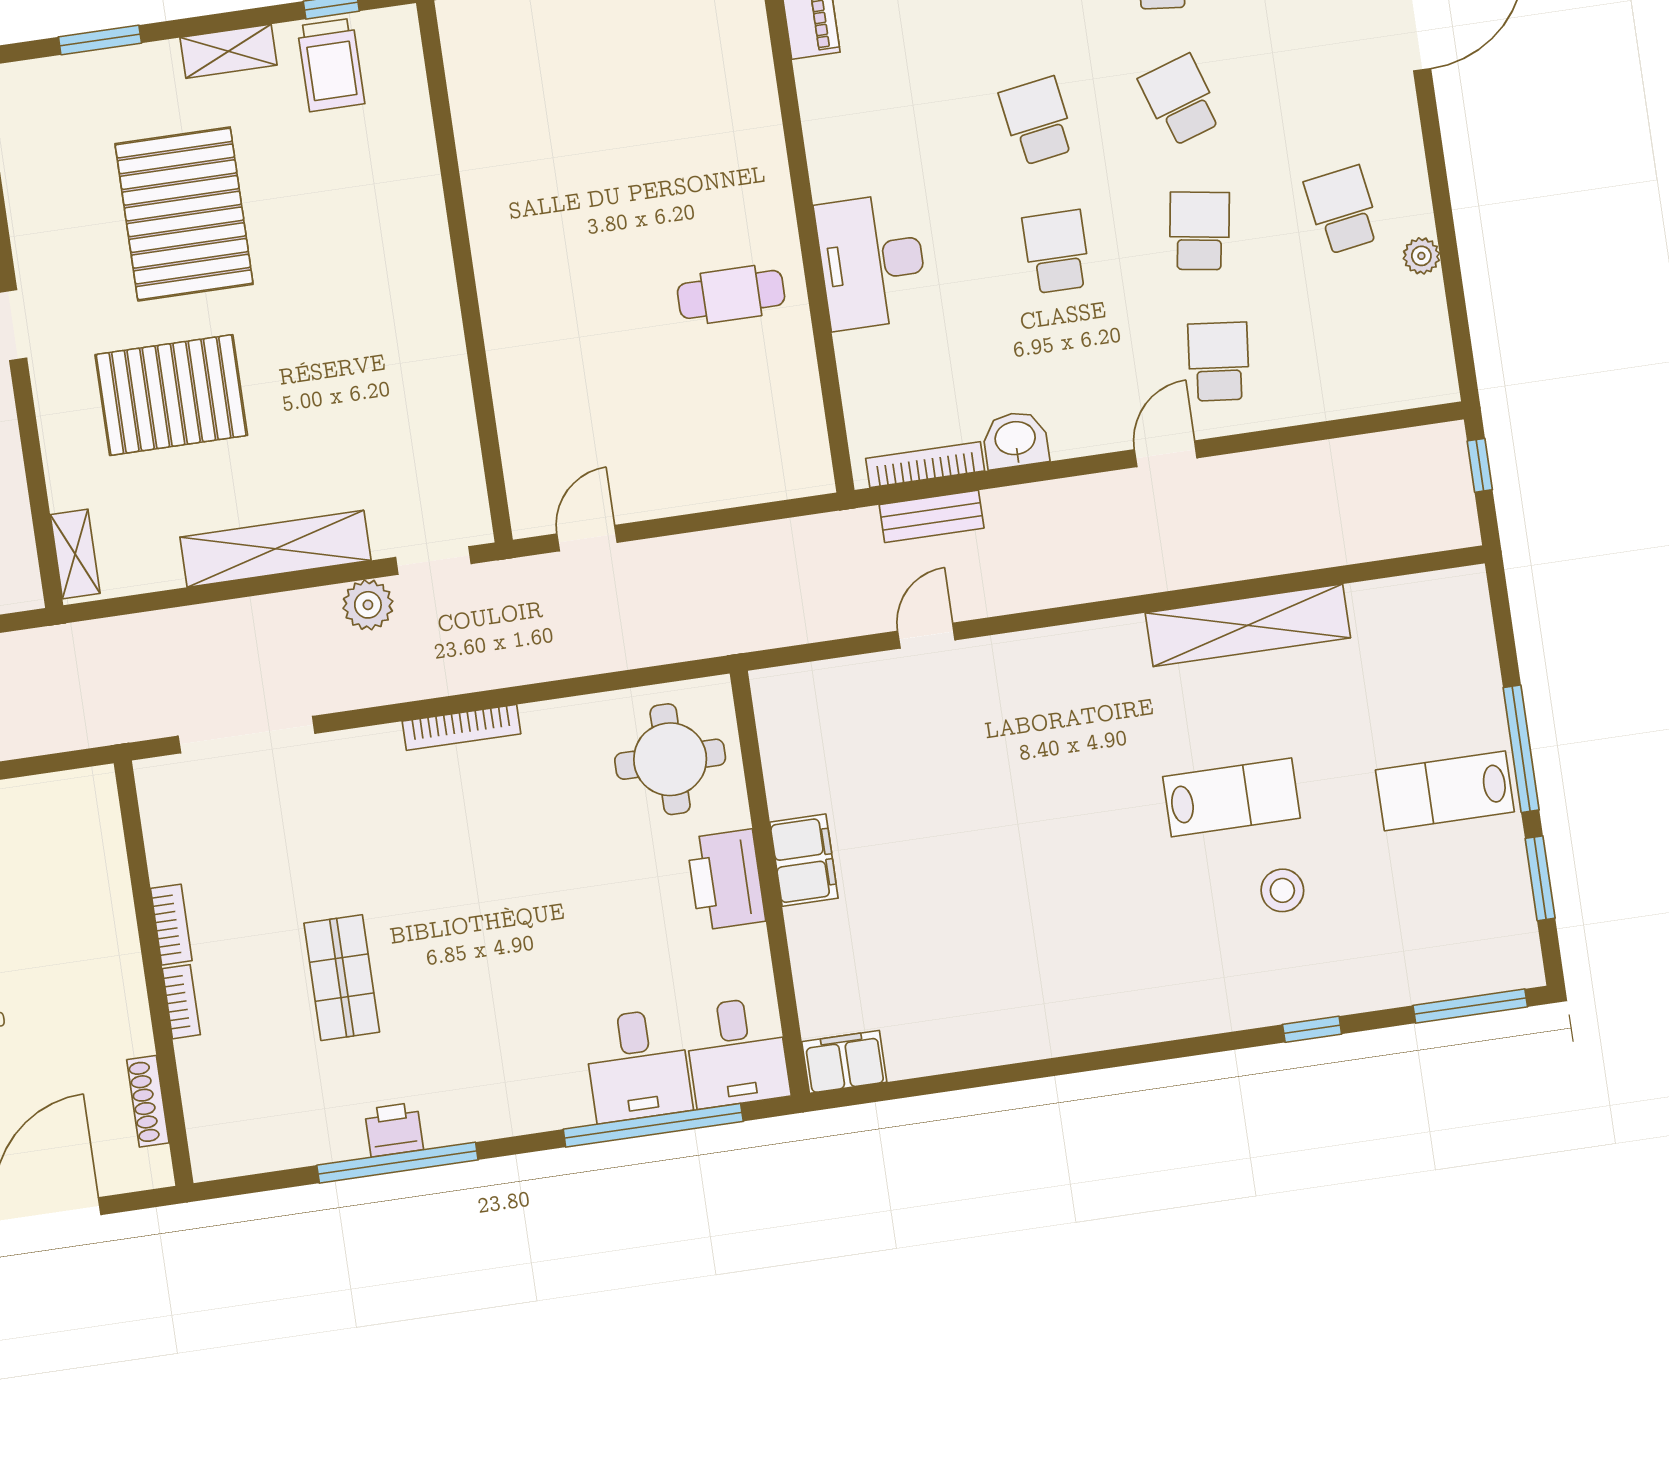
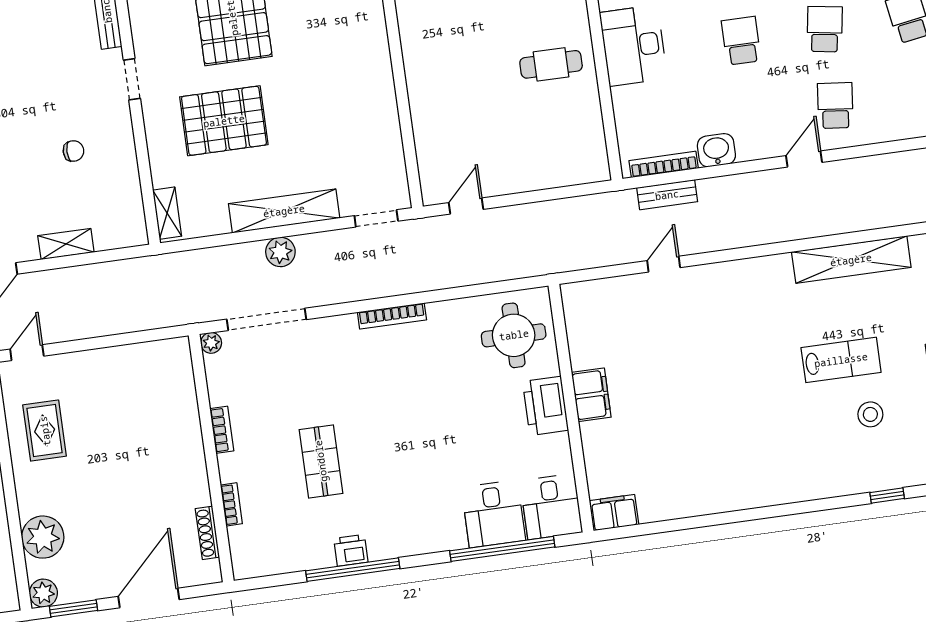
plant: (368, 605) -> (280, 252), moved
plant: (152, 776) -> (211, 343), added
bookcase: (181, 1002) -> (231, 504), moved

